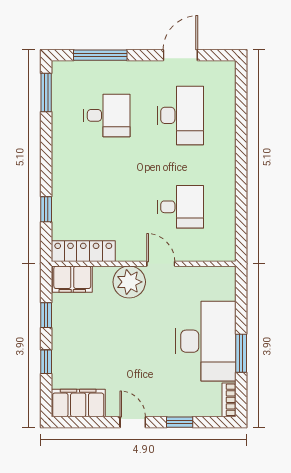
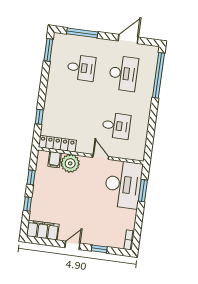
window: (241, 110) -> (158, 75), added
filing cabinet: (72, 279) -> (55, 160), width x0.50
plant: (129, 282) -> (70, 163), moved
desk: (206, 341) -> (123, 184), moved
window: (241, 353) -> (143, 191), moved
door: (133, 422) -> (72, 245), hinge flipped

